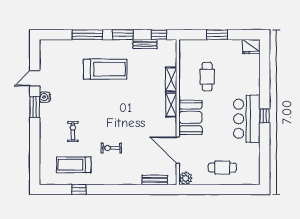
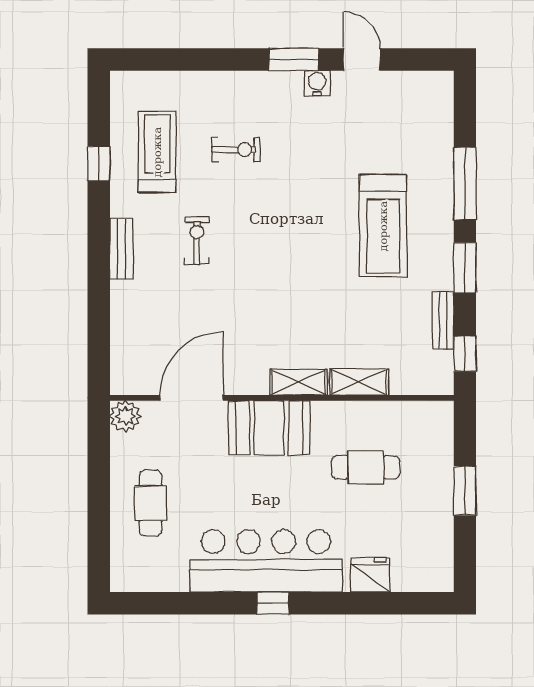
fridge: (251, 47) -> (370, 575), moved, turned 90
bar counter: (247, 119) -> (266, 561), width x1.36
bench: (155, 180) -> (121, 249), moved

